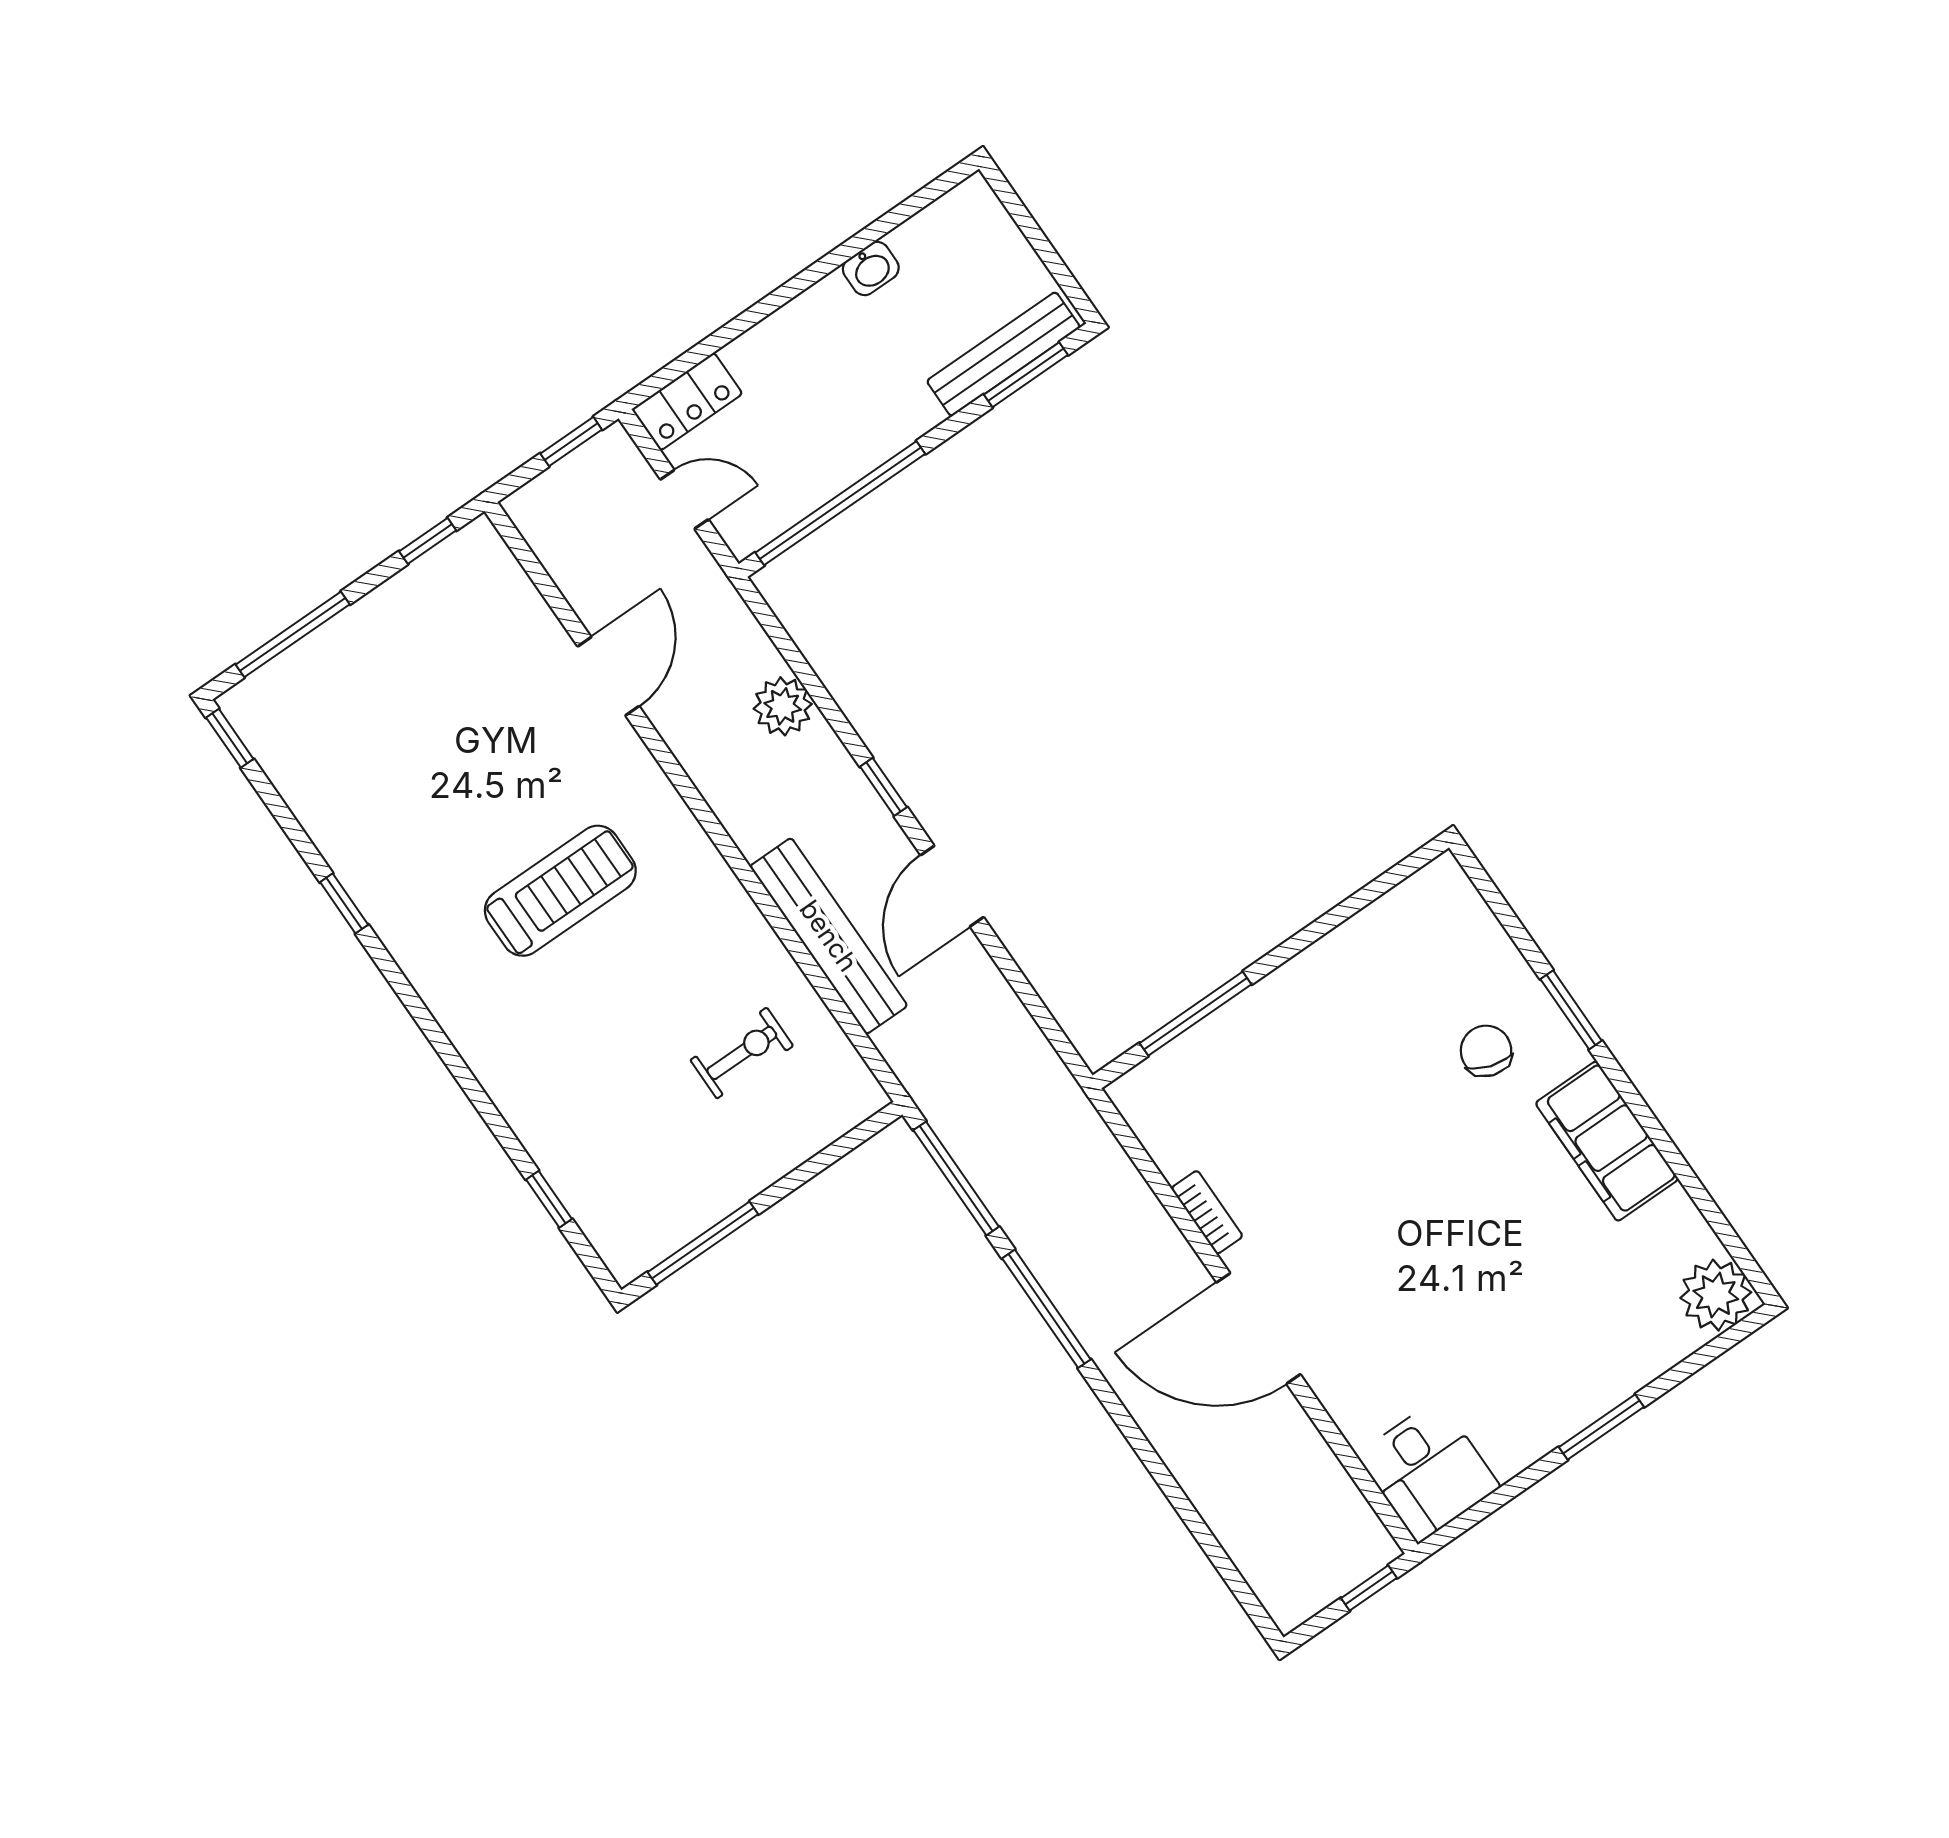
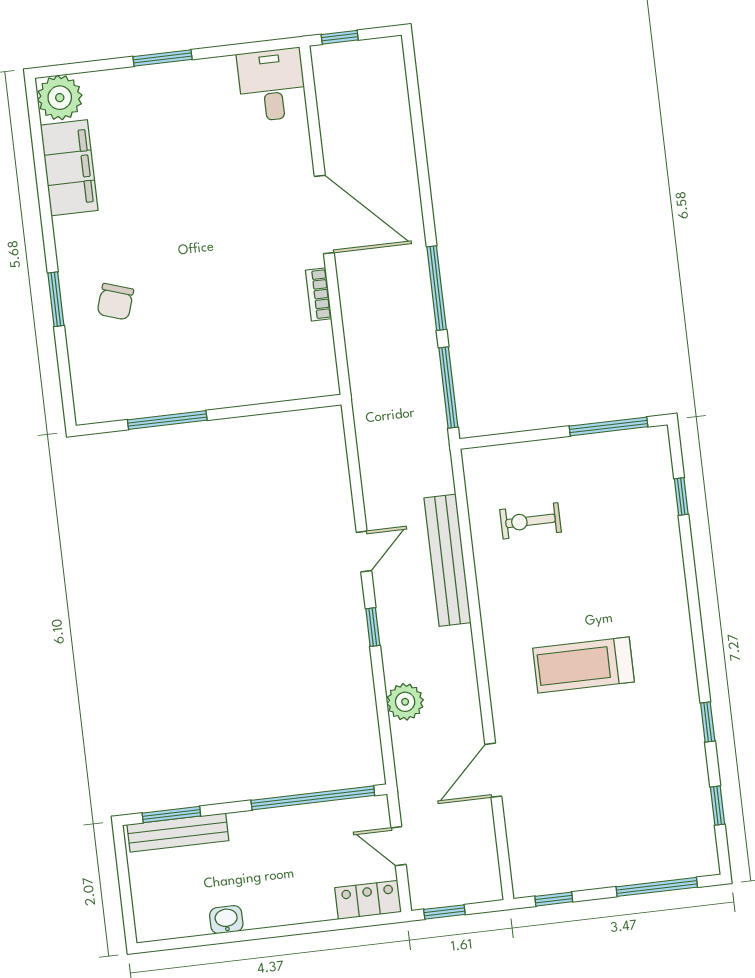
window: (230, 738) -> (718, 806), moved
door: (952, 886) -> (364, 552), width x0.73
window: (1196, 1014) -> (167, 420), moved
filing cabinet: (1607, 1141) -> (69, 168), moved

